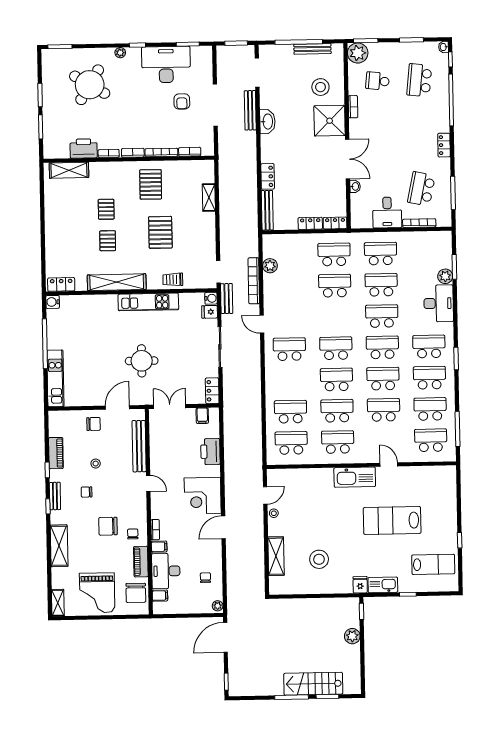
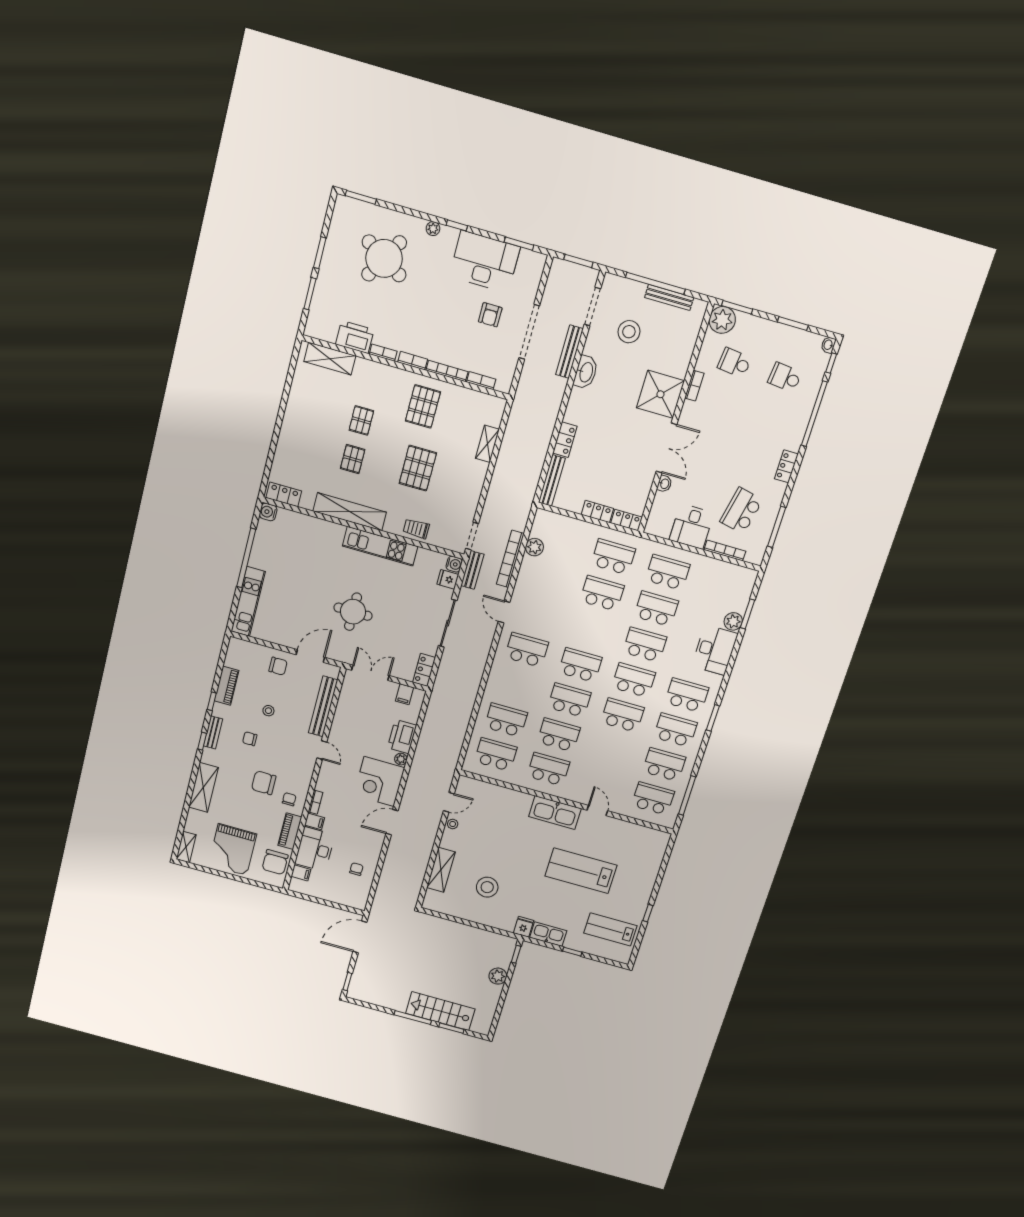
school desk: (419, 80) -> (785, 377), width x0.54
stool: (320, 87) -> (629, 332), moved
school desk: (384, 410) -> (612, 750), removed
lab bench: (433, 564) -> (610, 929), turned 180
plant: (218, 606) -> (401, 759), moved

